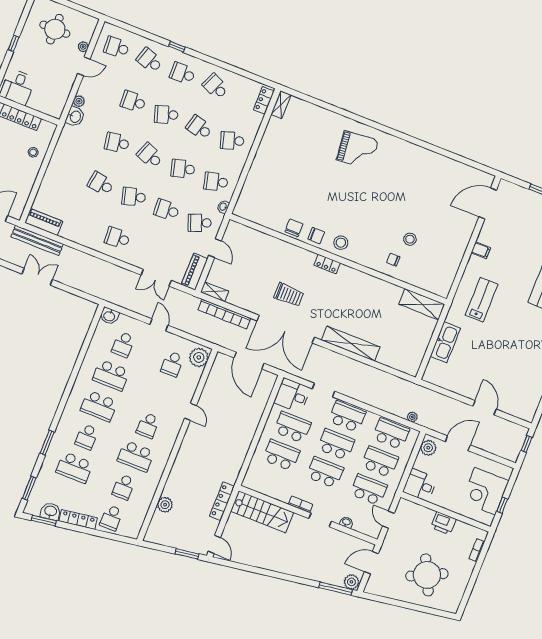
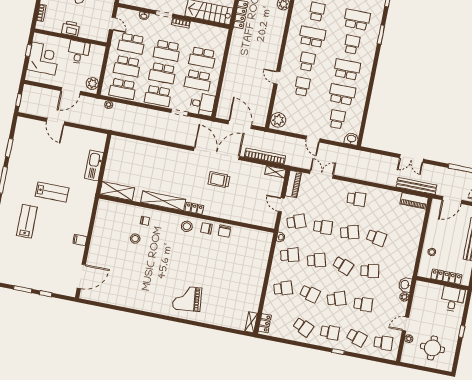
lab bench: (482, 300) -> (52, 192), moved, turned -90
shelving: (351, 344) -> (163, 201), moved
school desk: (172, 364) -> (302, 86), moved
desk: (420, 485) -> (78, 52), moved, turned -90

